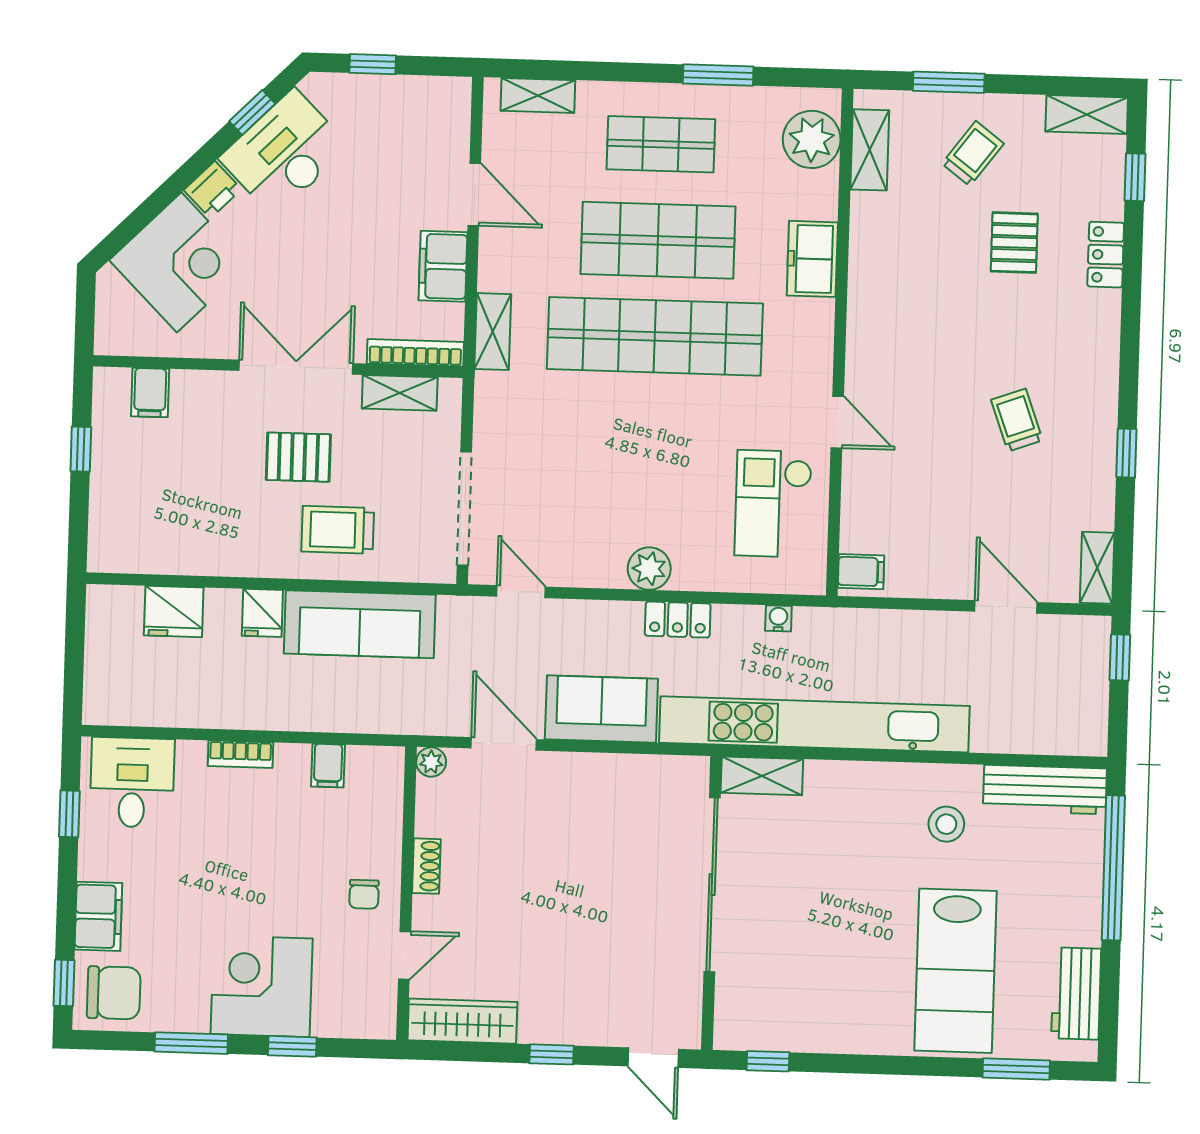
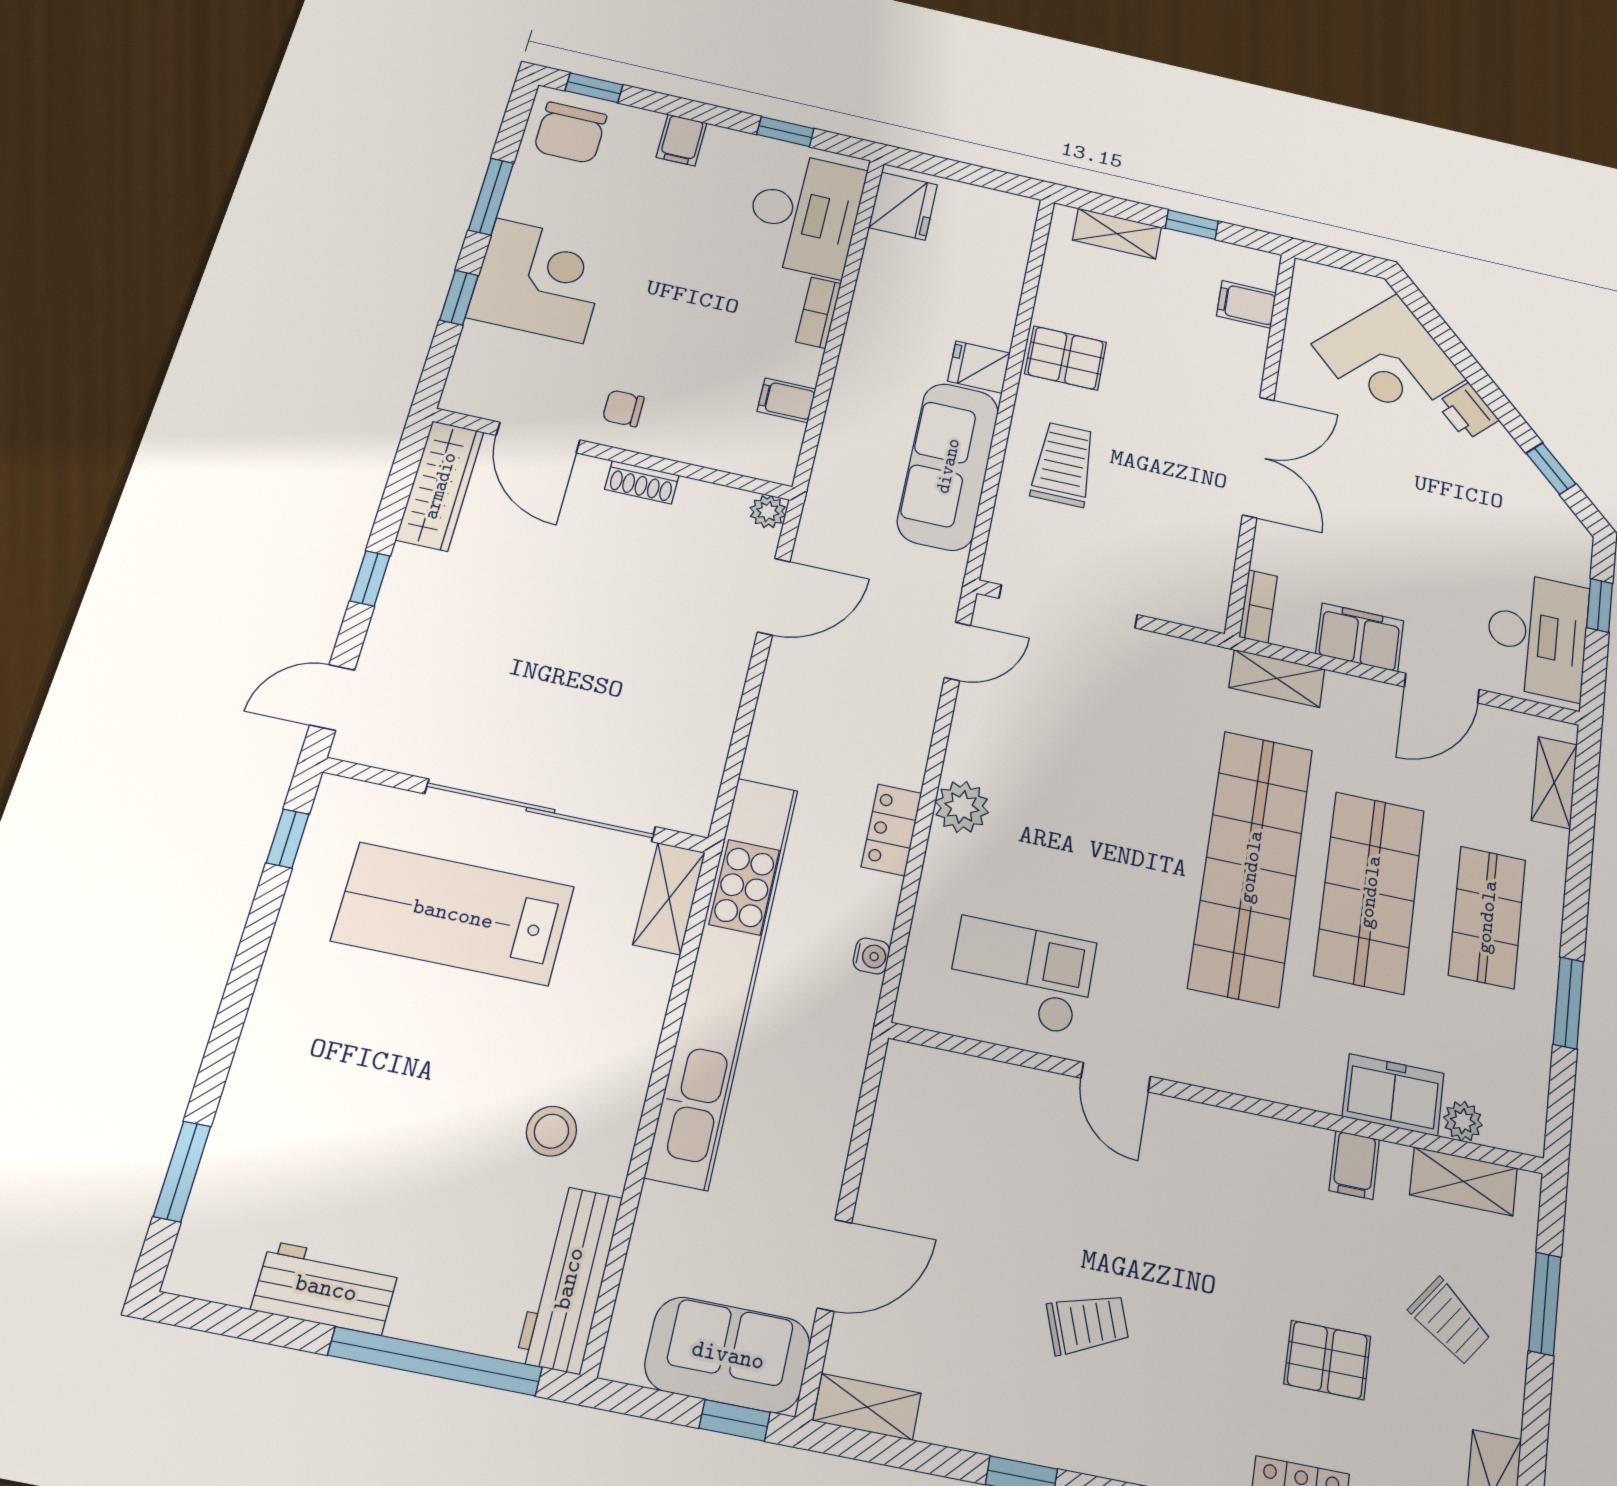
plant: (812, 139) -> (1463, 1121), width x0.53, depth x0.53
desk: (284, 153) -> (1537, 635), moved, turned 45
freezer: (812, 259) -> (1393, 1095), moved
bookcase: (415, 353) -> (1258, 607), width x0.64
shelving: (400, 393) -> (1117, 234), moved, turned 90
door: (837, 422) -> (1116, 1077), hinge flipped
pallet: (298, 457) -> (1066, 358), moved, turned 90
filing cabinet: (861, 572) -> (1354, 1165), moved
fridge: (174, 611) -> (903, 206), moved, turned 180
sofa: (601, 709) -> (728, 1355), moved, turned -90
desk: (132, 782) -> (804, 214), width x1.37
filing cabinet: (98, 916) -> (681, 140), width x0.50
door: (405, 955) -> (538, 438), width x1.38
lab bench: (955, 971) -> (453, 914), moved
workbench: (1076, 993) -> (326, 1288), moved

